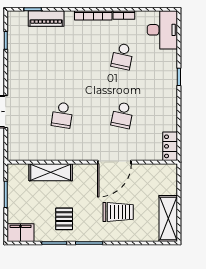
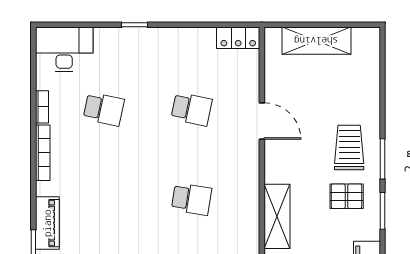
door: (114, 162) -> (262, 121), width x0.73
trolley: (118, 212) -> (349, 147), moved
shelving: (168, 219) -> (316, 41), moved

